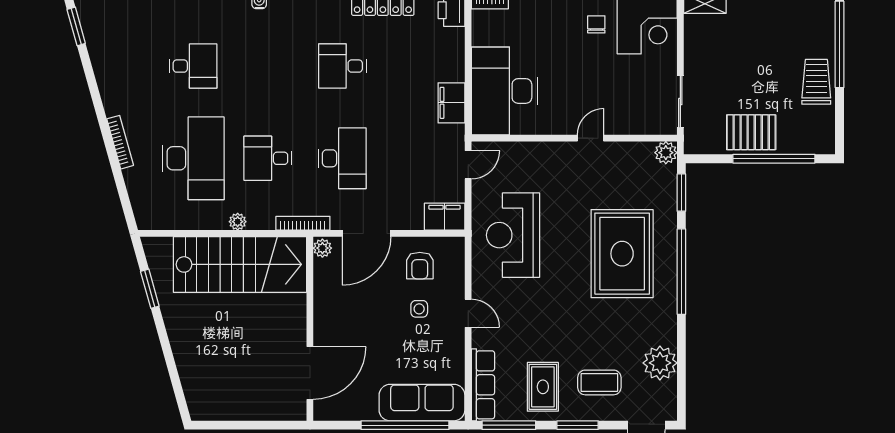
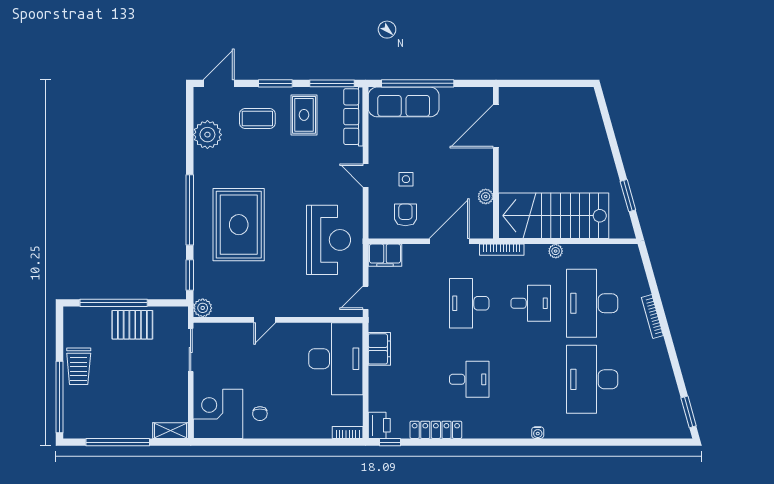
desk: (193, 66) -> (592, 379), width x1.87, depth x1.30
plant: (322, 248) -> (486, 196), moved

